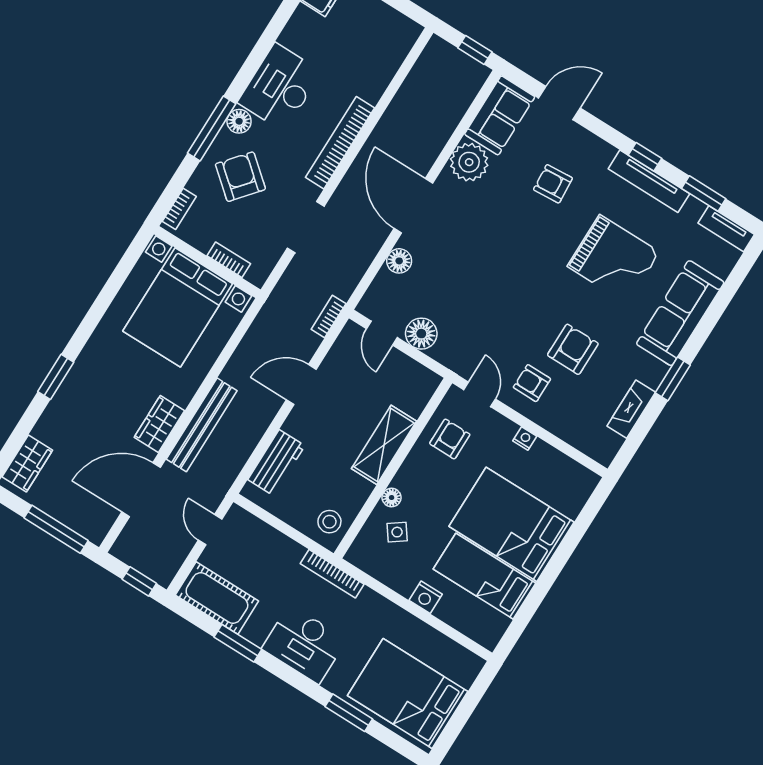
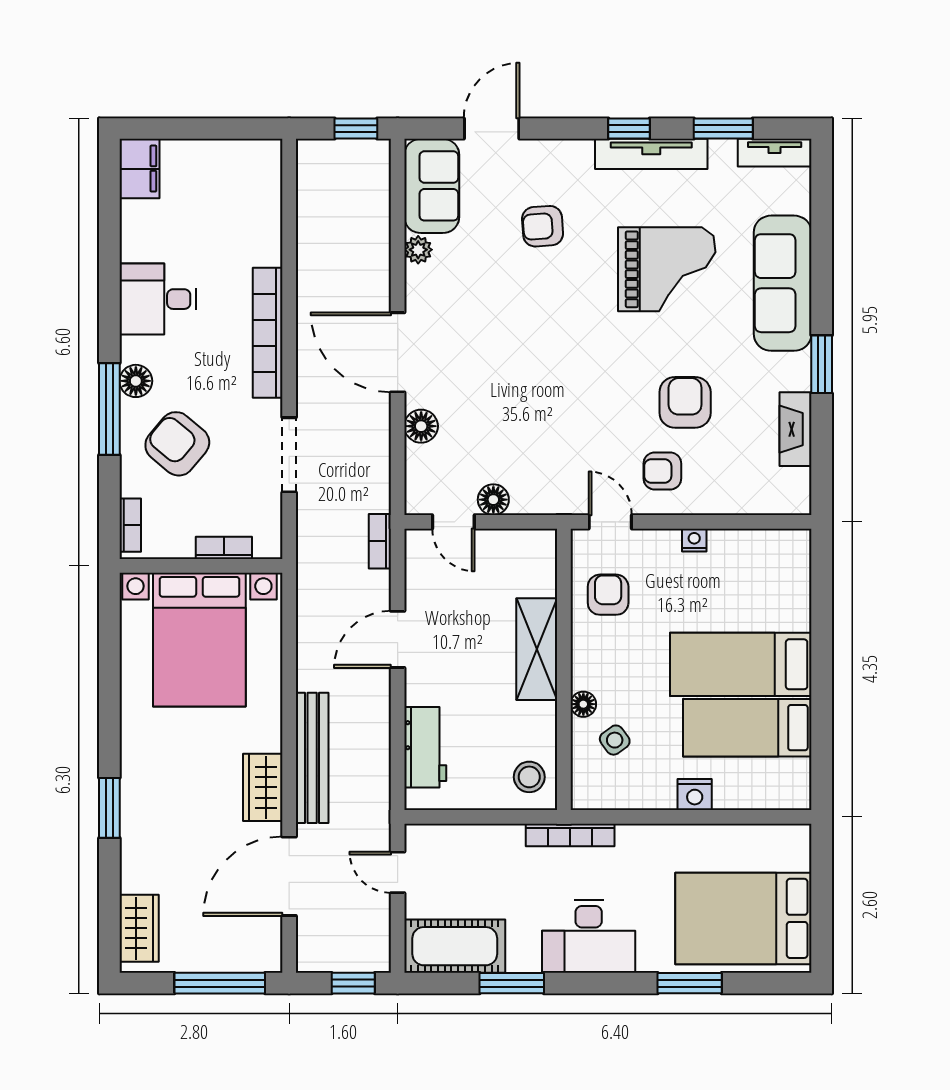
desk: (280, 87) -> (158, 299), width x0.73
plant: (469, 162) -> (418, 250), width x0.53, depth x0.53
floor lamp: (421, 334) -> (493, 500), width x0.73, depth x0.73
bed: (511, 524) -> (741, 664), width x0.67

